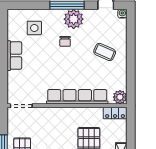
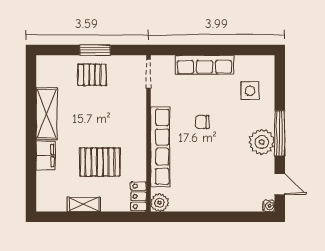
chair: (65, 41) -> (202, 122), moved
coffee table: (105, 52) -> (219, 183), removed
row of seats: (14, 56) -> (205, 65), width x1.48

